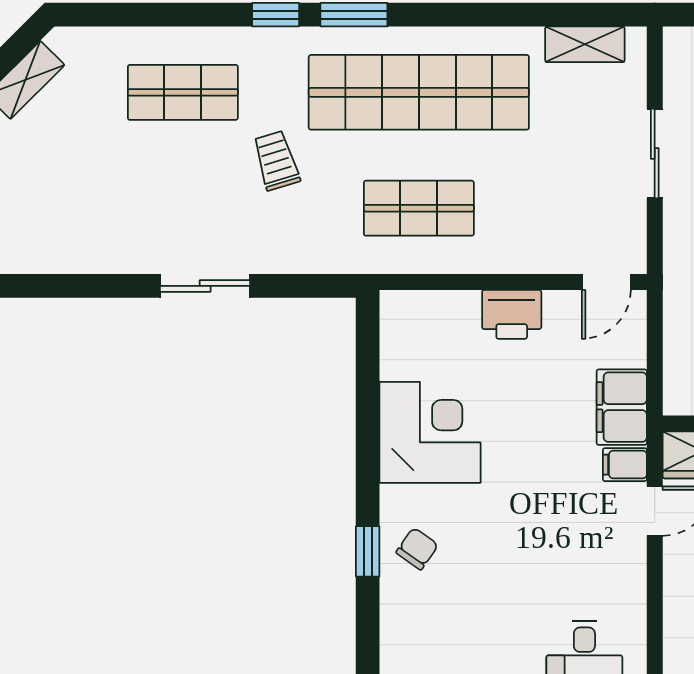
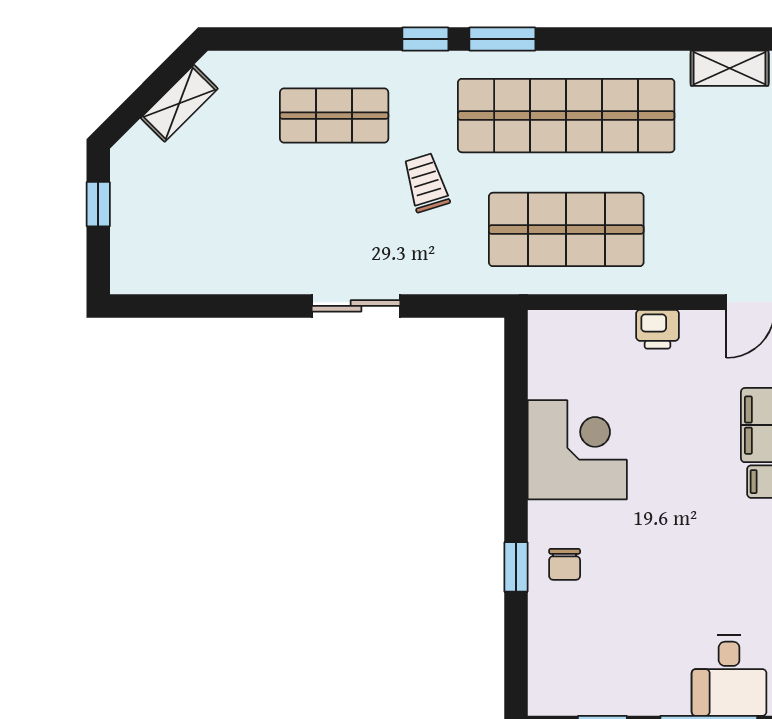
shop shelf: (419, 208) -> (566, 229), width x1.43, depth x1.36
printer: (512, 314) -> (658, 329), width x0.73, depth x0.81
chair: (417, 549) -> (565, 564), turned 145

